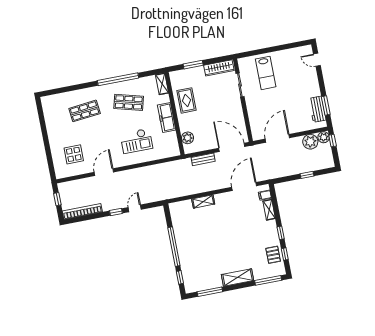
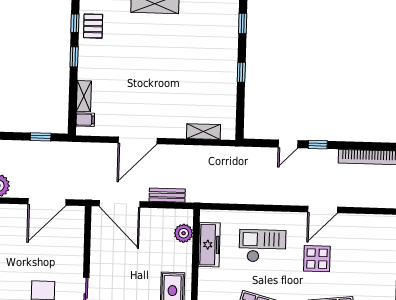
freezer: (167, 117) -> (209, 245), moved
display table: (74, 154) -> (317, 259), moved
window: (307, 175) -> (41, 137), moved
door: (244, 187) -> (138, 140), moved
shelving: (203, 202) -> (204, 132), moved
window: (174, 247) -> (241, 72), width x0.32

